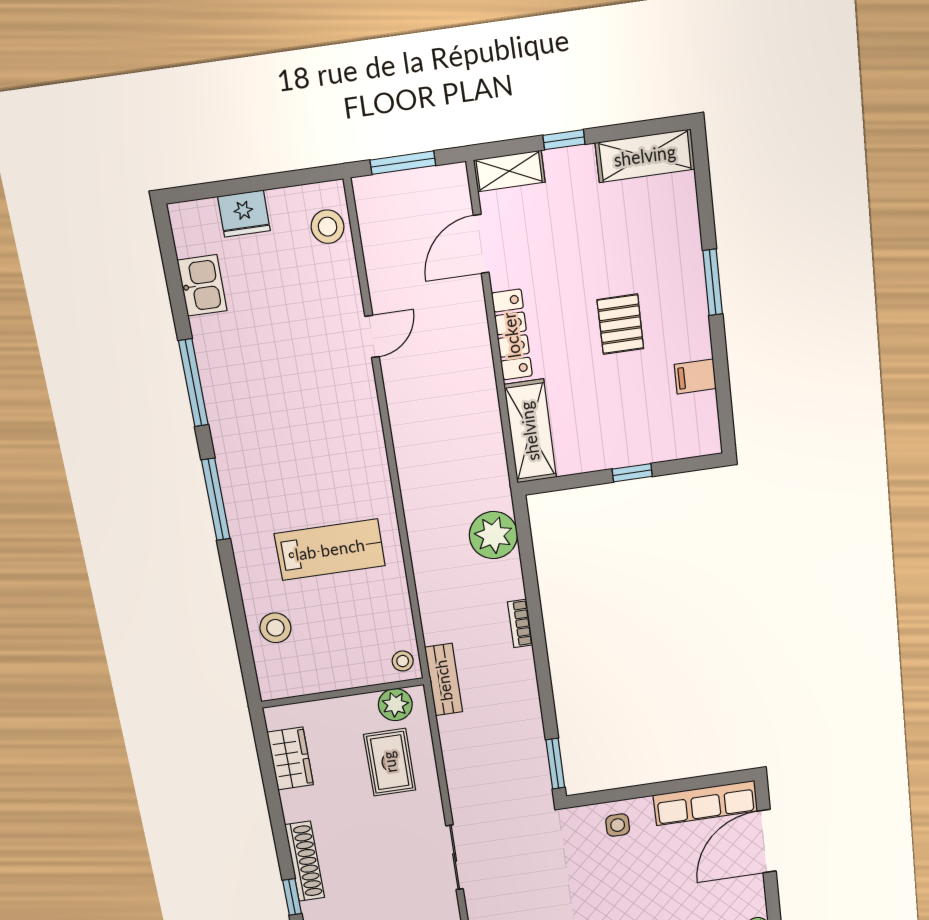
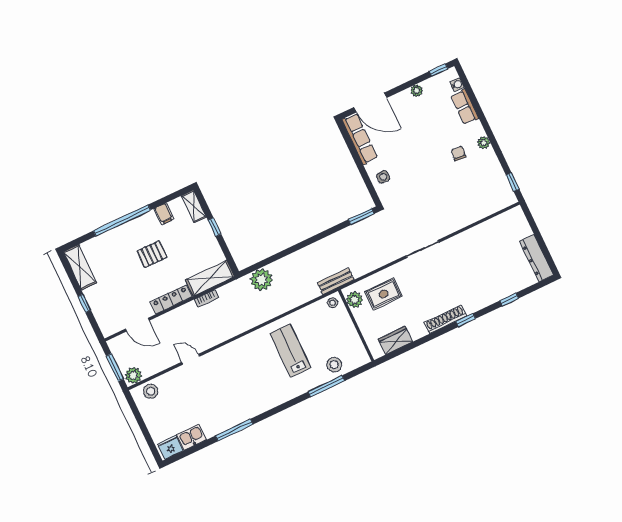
shelving: (509, 171) -> (194, 206), moved
plant: (373, 199) -> (134, 375), added
fridge: (244, 214) -> (170, 447), moved, turned -90
window: (713, 282) -> (122, 220), width x2.11
window: (216, 499) -> (326, 386), moved
bookcase: (520, 623) -> (206, 299), moved

